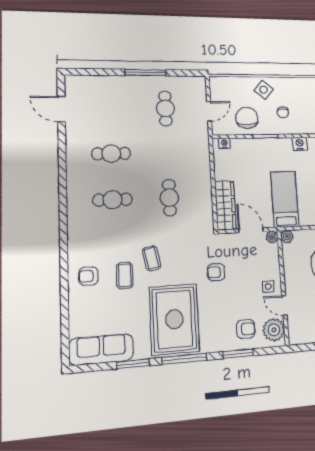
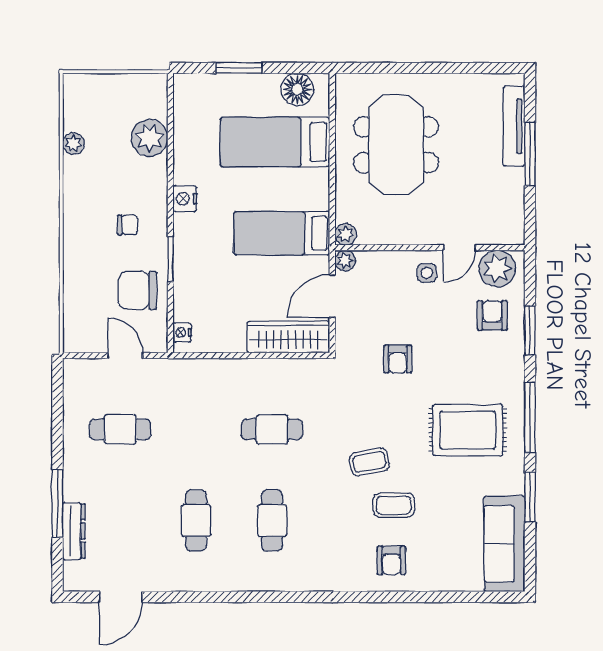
window: (146, 73) -> (57, 504), moved
dresser: (103, 82) -> (74, 531), added
side table: (264, 90) -> (86, 257), removed
rug: (174, 319) -> (468, 430), width x0.73, depth x0.69

